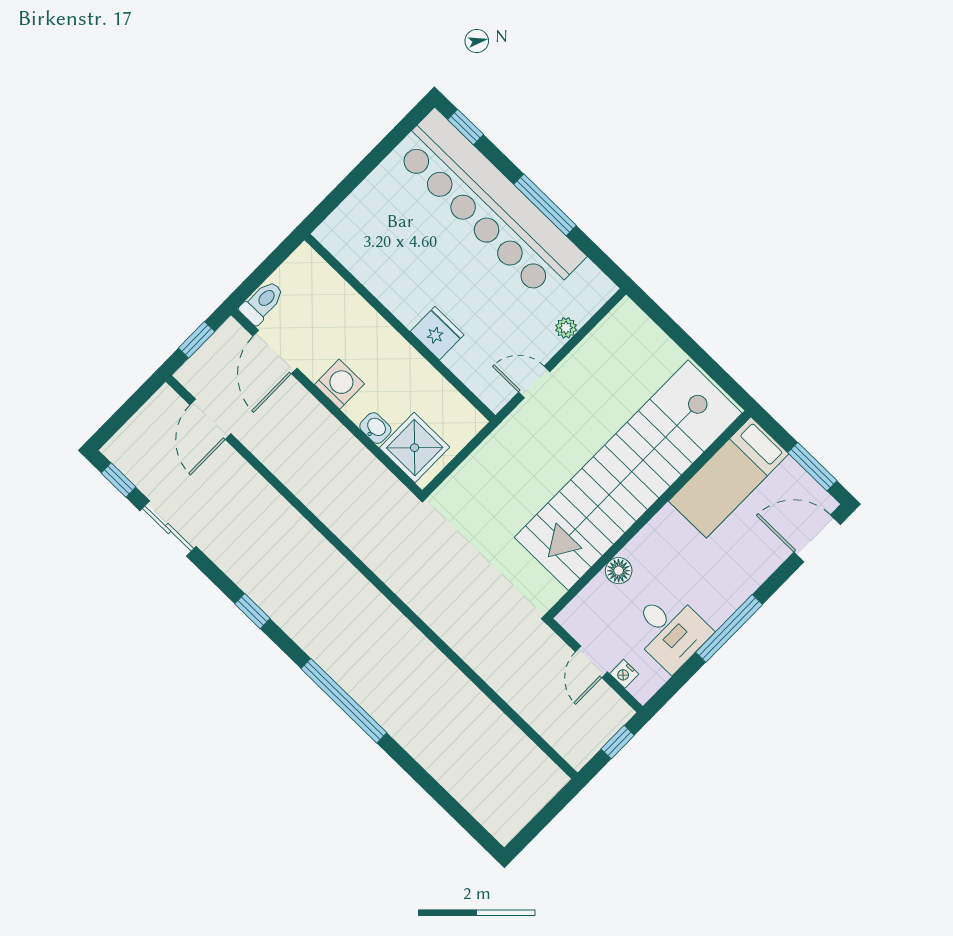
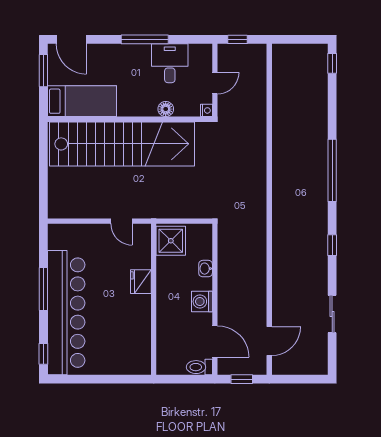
plant: (566, 328) -> (86, 230), removed
door: (275, 352) -> (215, 341), hinge flipped
shower: (415, 448) -> (171, 241), moved
window: (119, 480) -> (332, 63), moved
nightstand: (624, 674) -> (206, 110), moved

